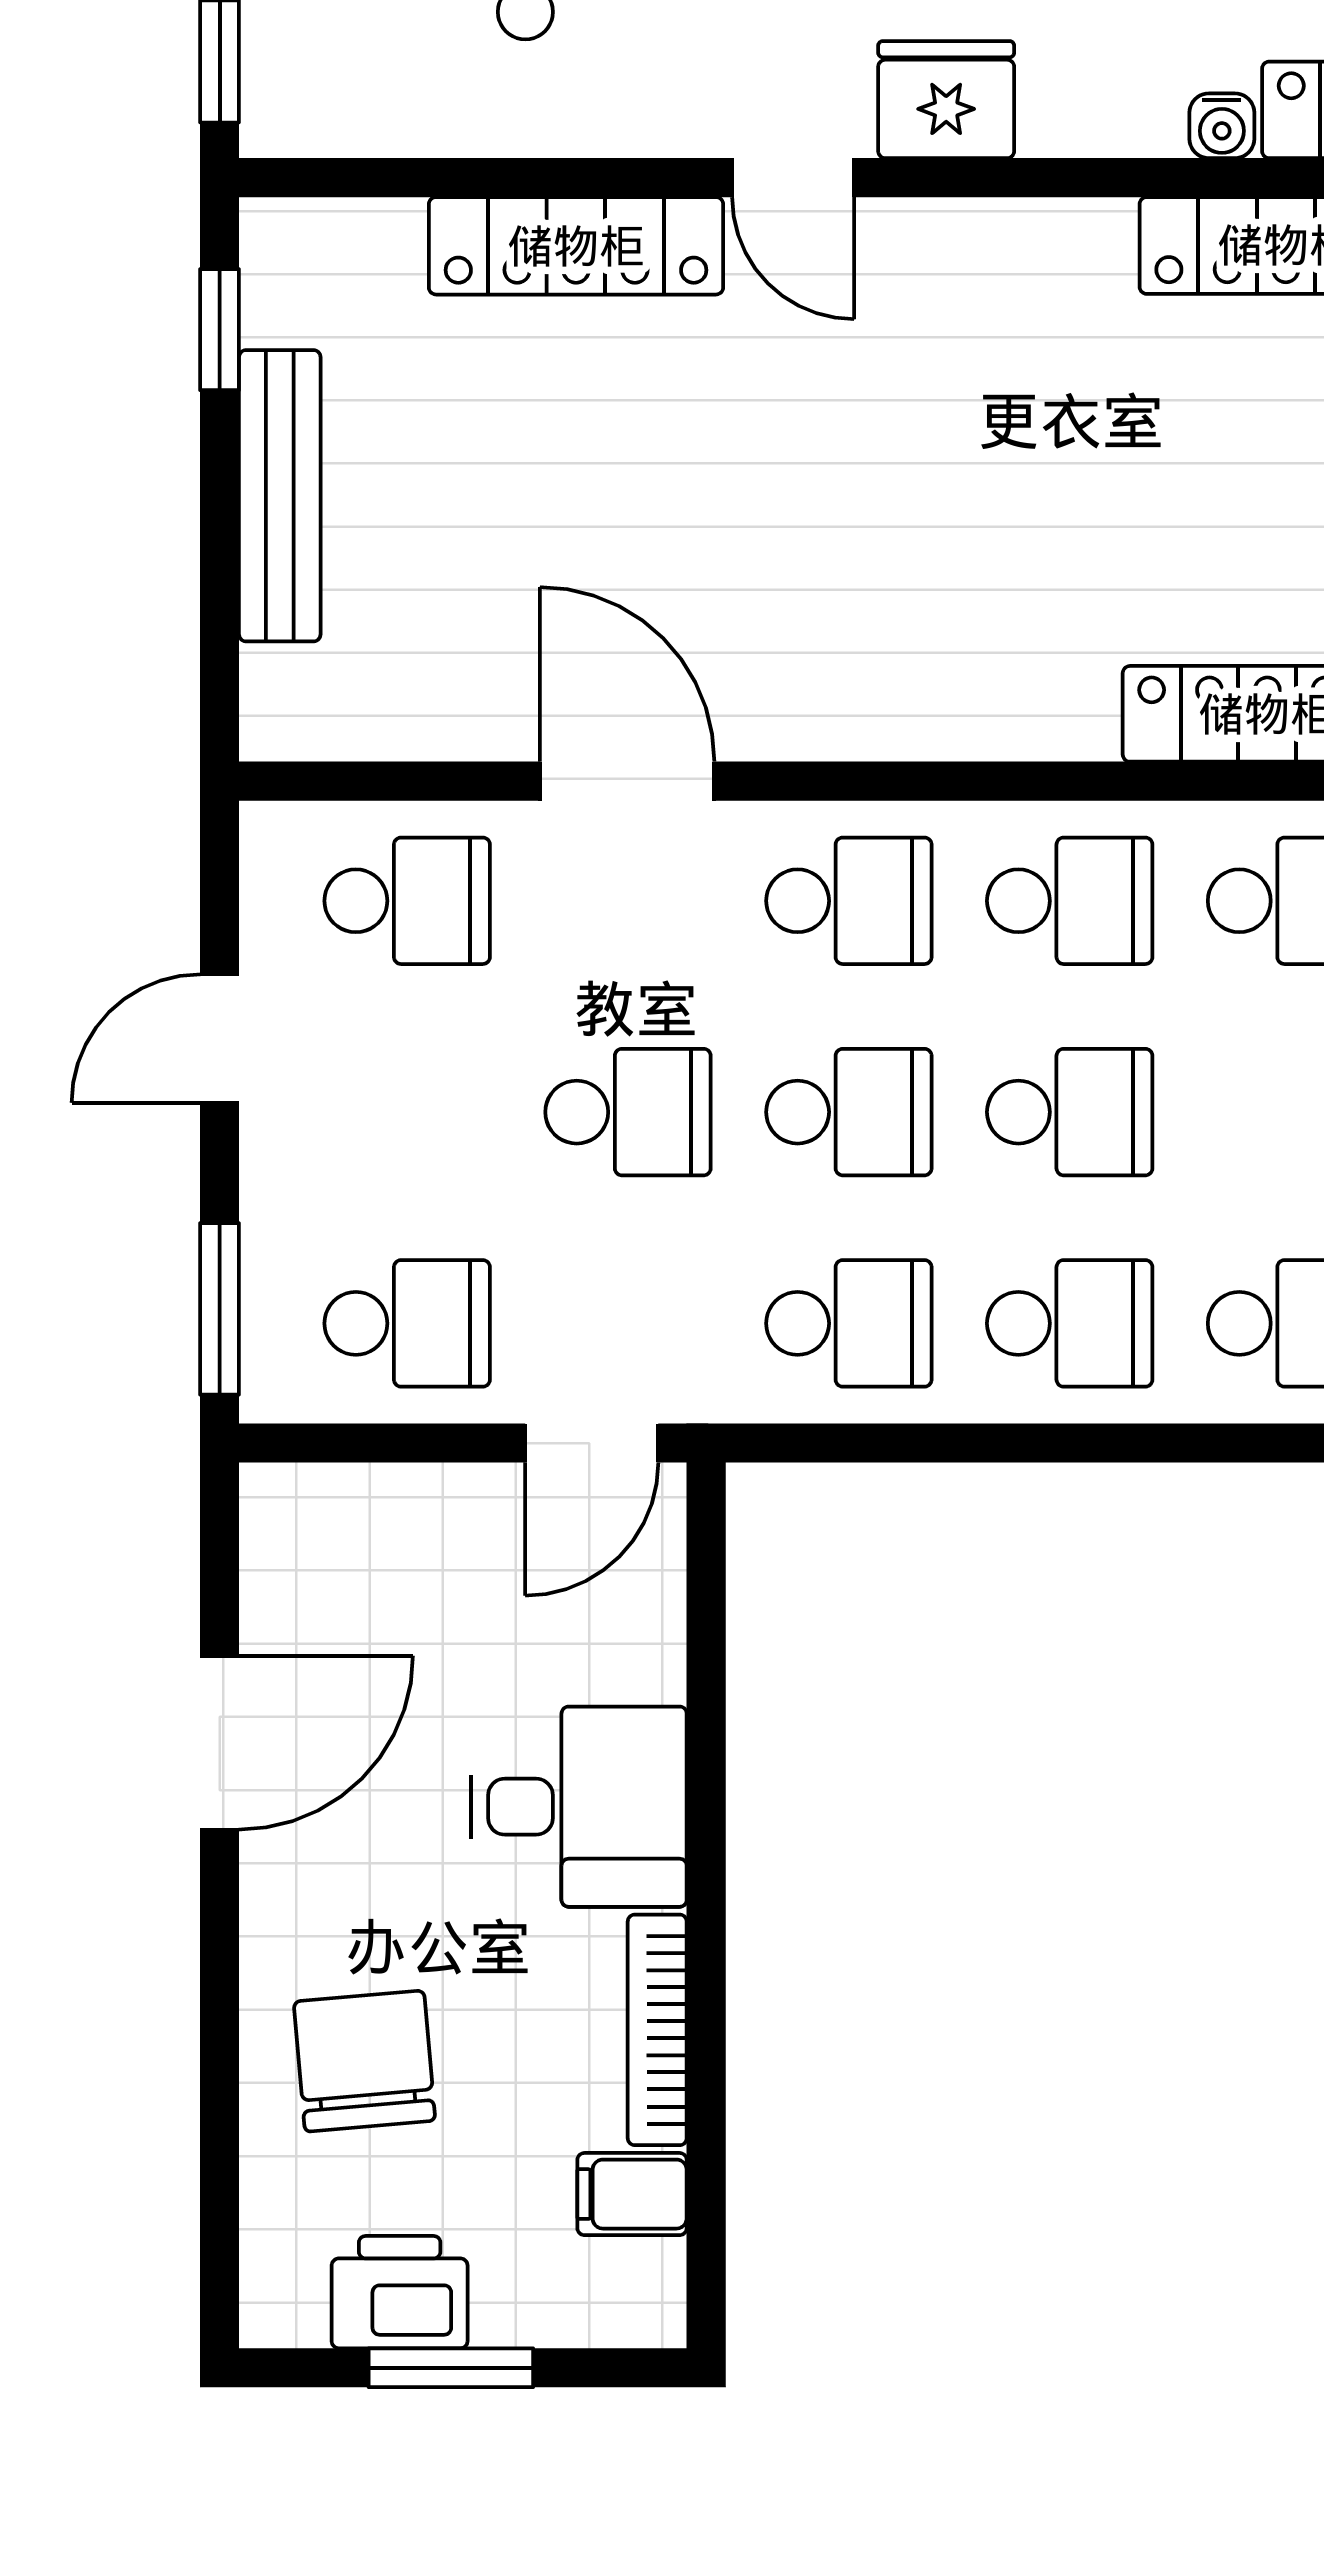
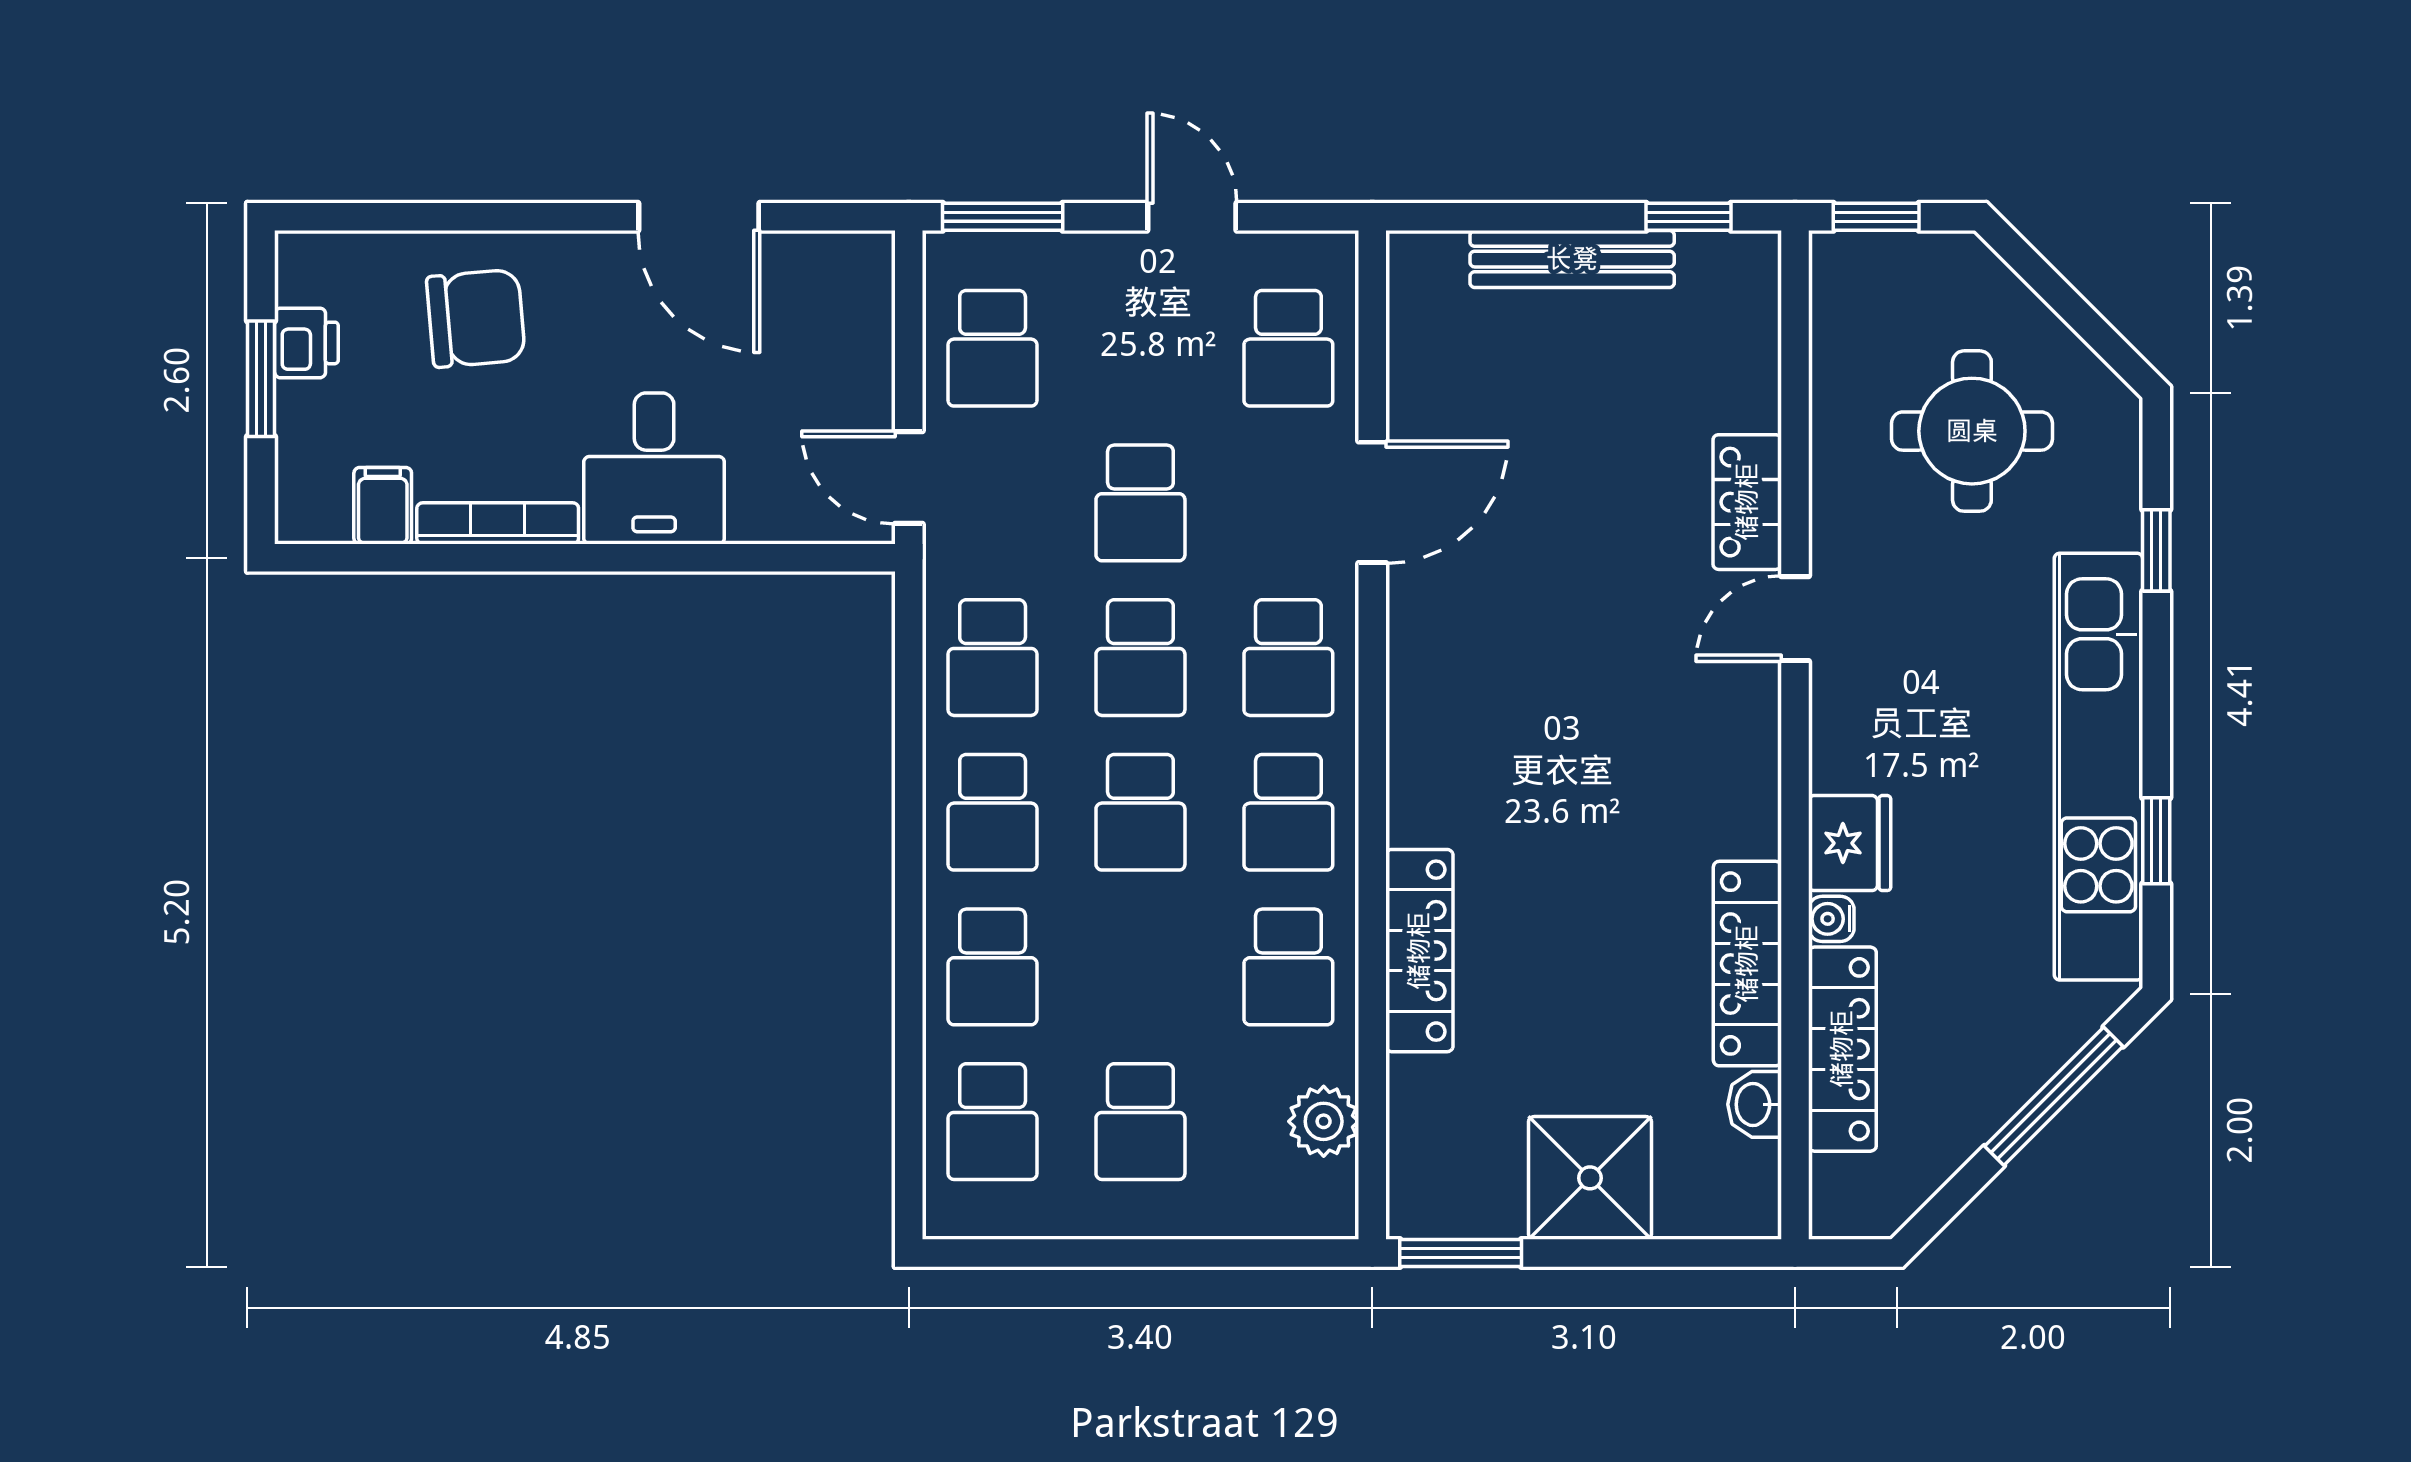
fridge: (946, 100) -> (1850, 843), moved
locker: (576, 246) -> (1747, 502), width x0.66
printer: (400, 2292) -> (306, 343), width x0.73, depth x0.81

